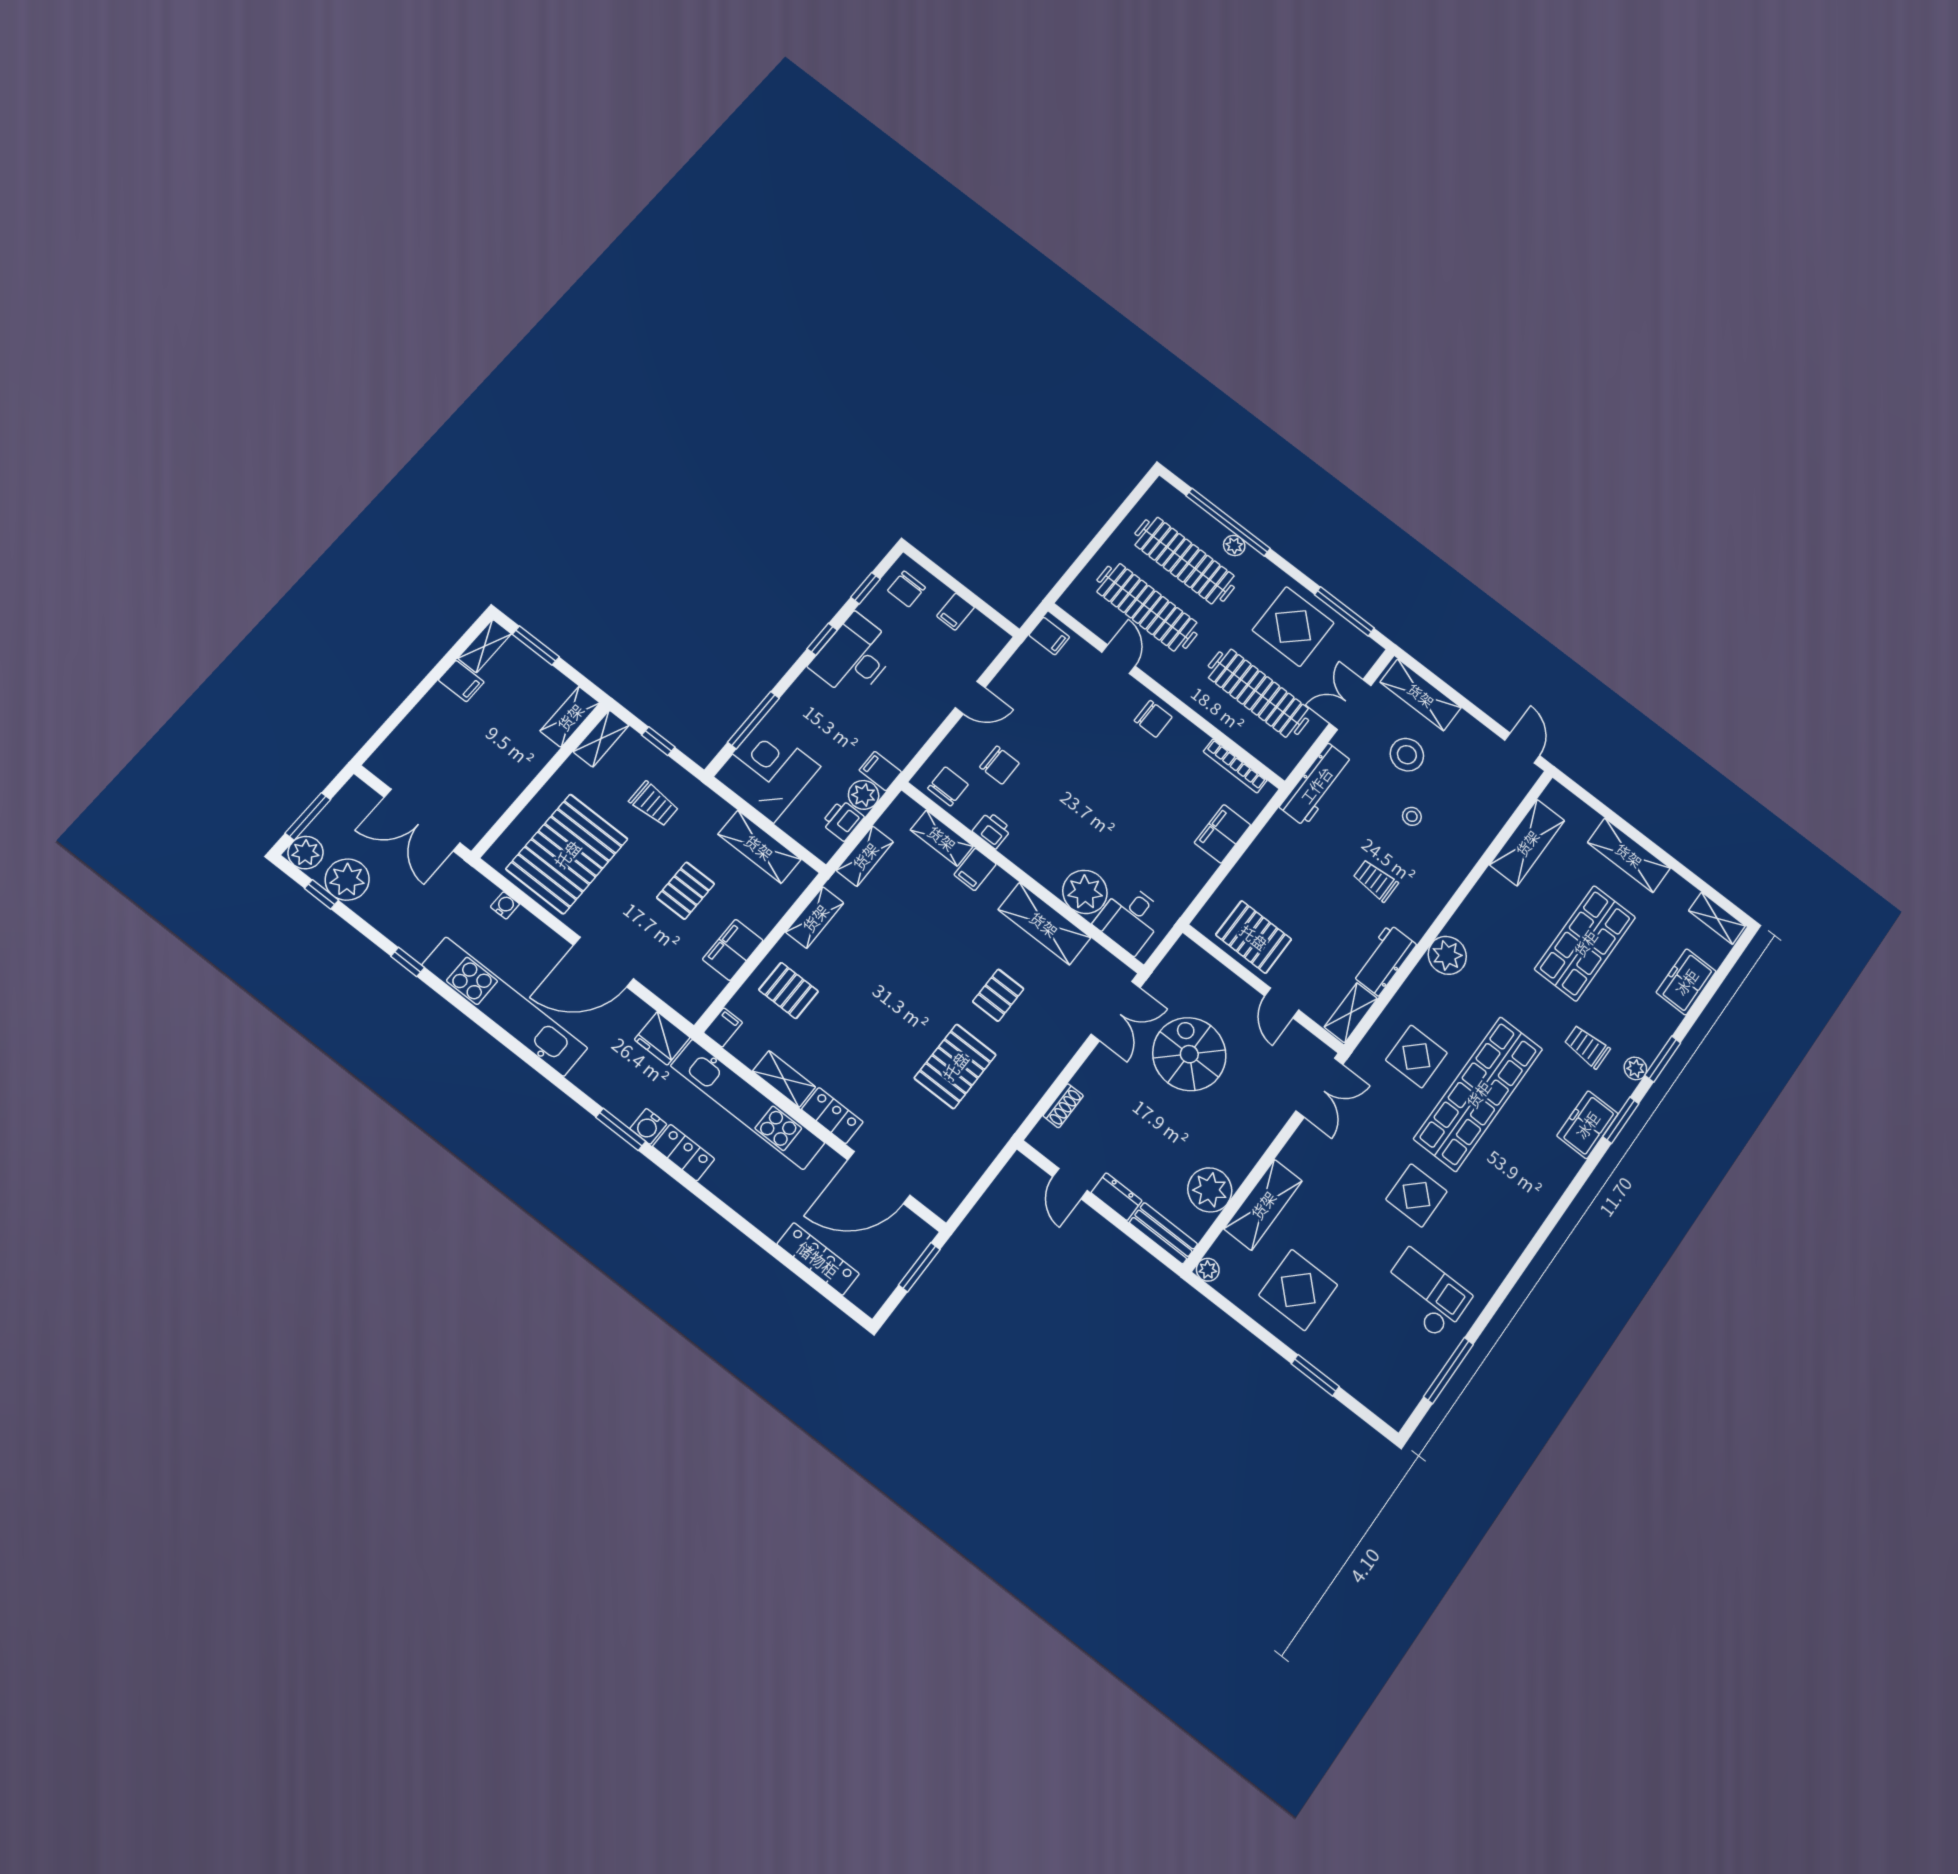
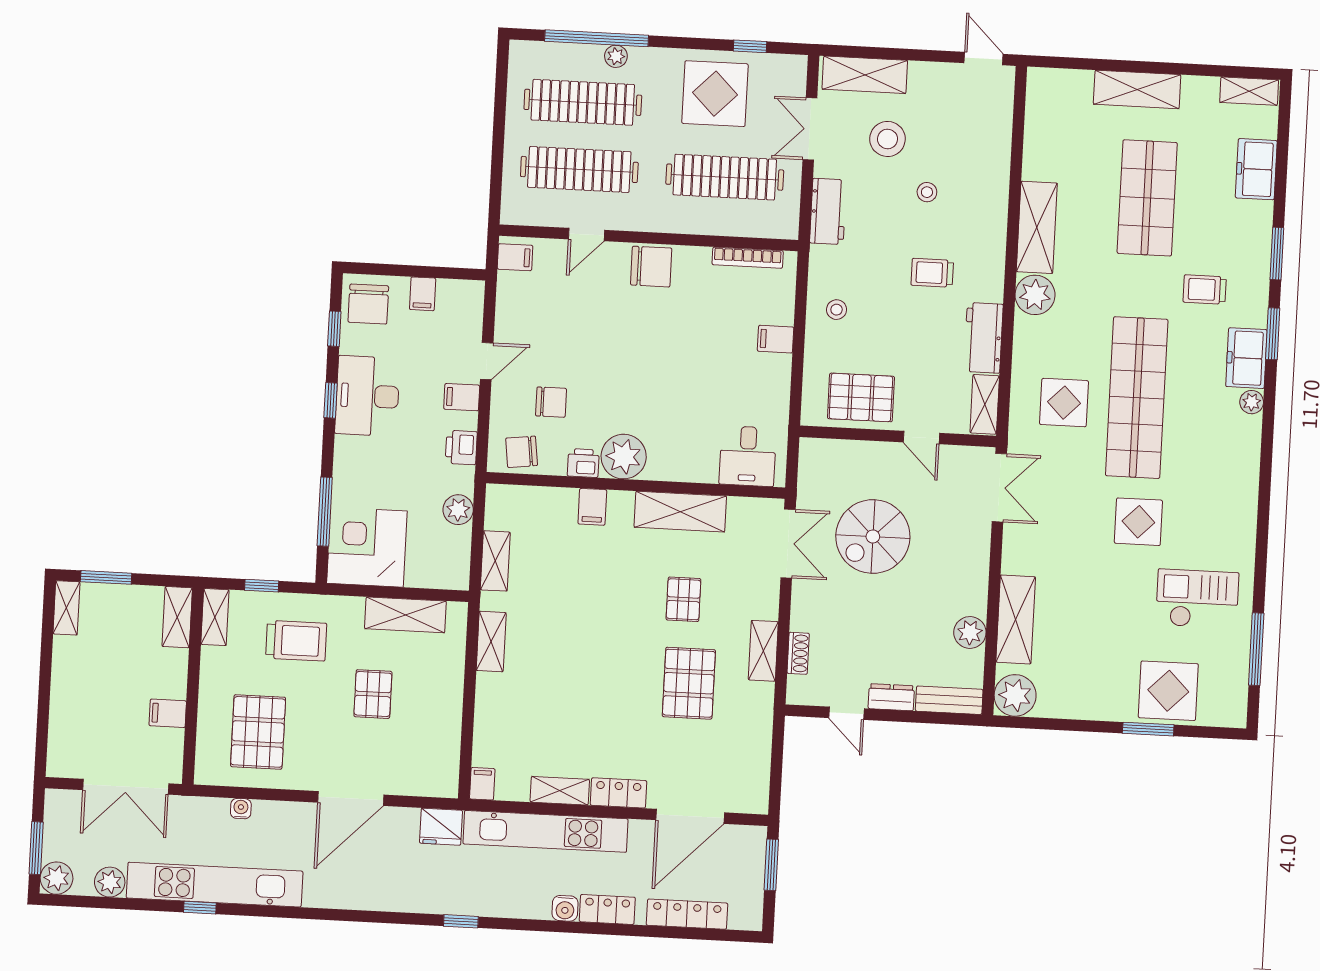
chair: (906, 589) -> (368, 304), width x1.37, depth x1.37
window: (1344, 611) -> (750, 46), width x0.46
door: (1118, 659) -> (587, 235), swing flipped
filing cabinet: (461, 681) -> (168, 713), moved, turned 180
chair: (1153, 719) -> (651, 267), width x1.37, depth x1.37
filing cabinet: (880, 771) -> (462, 397), moved
workbench: (1316, 785) -> (828, 211), width x0.73
chair: (948, 786) -> (522, 452), turned -97
trolley: (654, 804) -> (296, 641), width x1.36, depth x1.39
printer: (843, 820) -> (461, 447), moved
filing cabinet: (1222, 834) -> (776, 339), width x0.50
shelving: (942, 838) -> (763, 651), moved, turned 90
shelving: (1527, 843) -> (1037, 227), moved
pallet: (567, 854) -> (258, 732), width x0.73, depth x0.71
stool: (1280, 855) -> (837, 310), added
plant: (347, 880) -> (110, 882), width x0.73, depth x0.73
plant: (1085, 892) -> (624, 457), moved
window: (322, 894) -> (94, 902), removed
filing cabinet: (733, 950) -> (445, 715), removed
pallet: (789, 991) -> (513, 717), removed
kitchen unit: (505, 1007) -> (215, 885), moved
spiral stairs: (1189, 1054) -> (873, 537), turned -90
plant: (1635, 1068) -> (1252, 402), moved
water cooler: (648, 1126) -> (565, 908), moved
window: (621, 1129) -> (461, 921), width x0.67
locker: (684, 1153) -> (607, 909), moved
plant: (1210, 1190) -> (970, 632), width x0.73, depth x0.73
plant: (1208, 1270) -> (1015, 695), width x1.88, depth x1.88
display table: (1298, 1290) -> (1168, 691), moved

